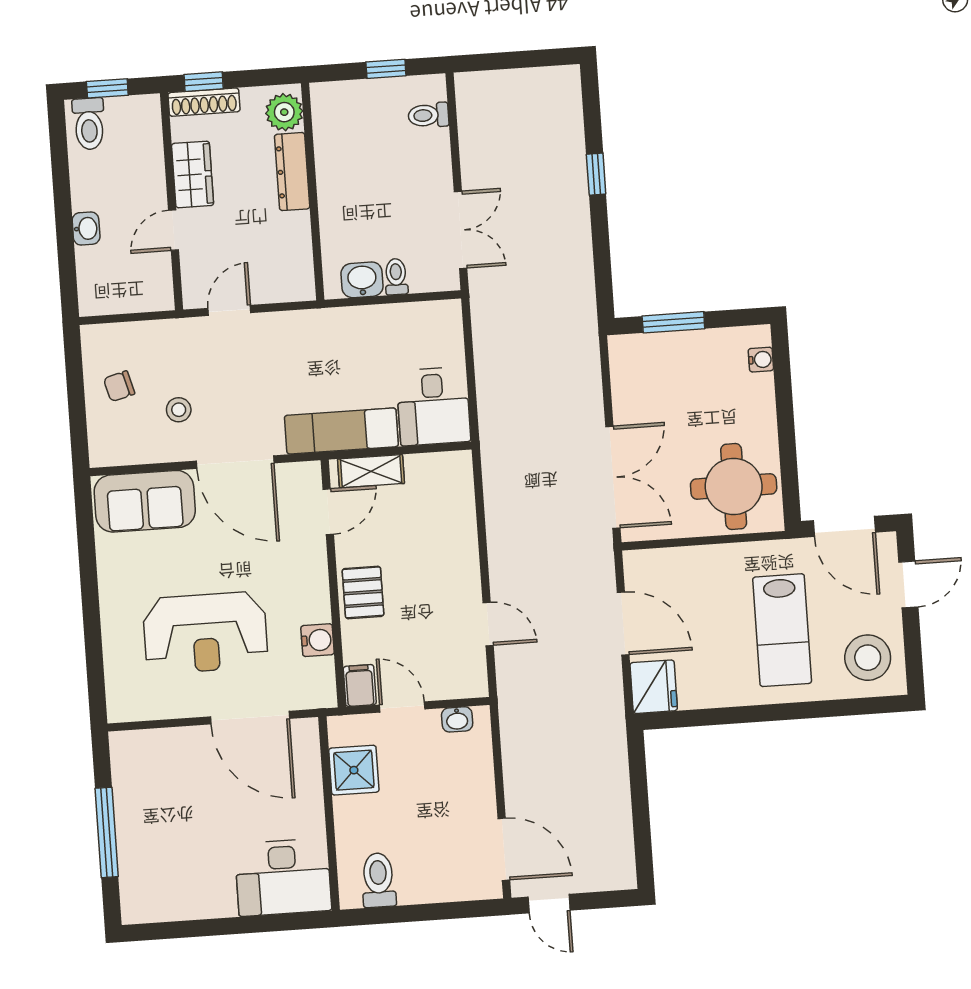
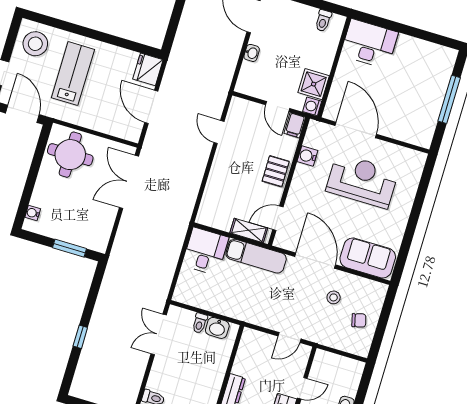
washbasin: (457, 719) -> (252, 53), moved, turned 90
washing machine: (342, 730) -> (312, 106), added
toilet: (378, 880) -> (323, 21), width x0.73, depth x0.72

